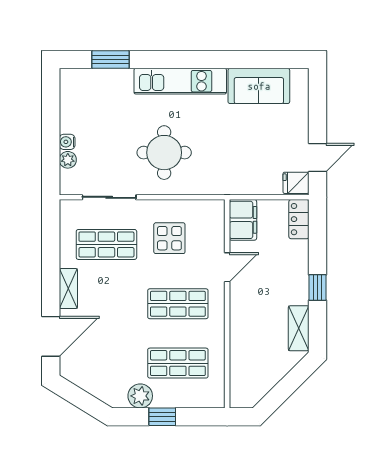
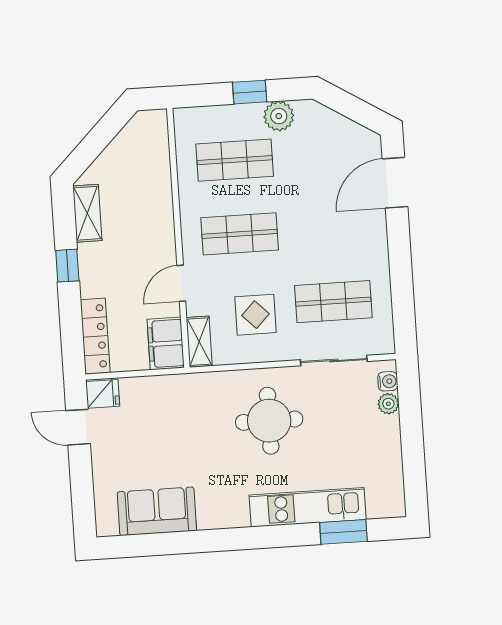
kitchen unit: (180, 81) -> (308, 507), moved
water cooler: (67, 142) -> (388, 381), moved
door: (317, 158) -> (78, 427), hinge flipped
locker: (299, 219) -> (95, 336), width x1.53
shelving: (68, 289) -> (199, 342), moved

